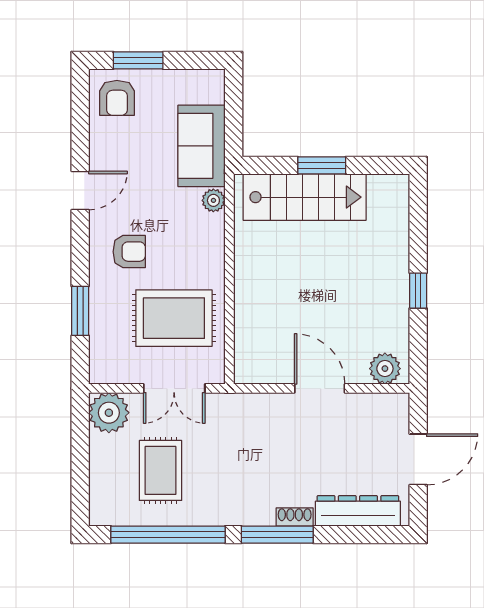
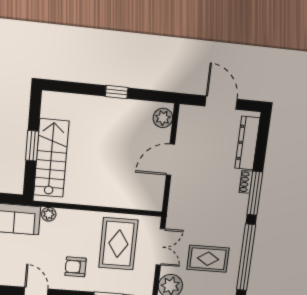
armchair: (129, 252) -> (76, 267), turned -90

